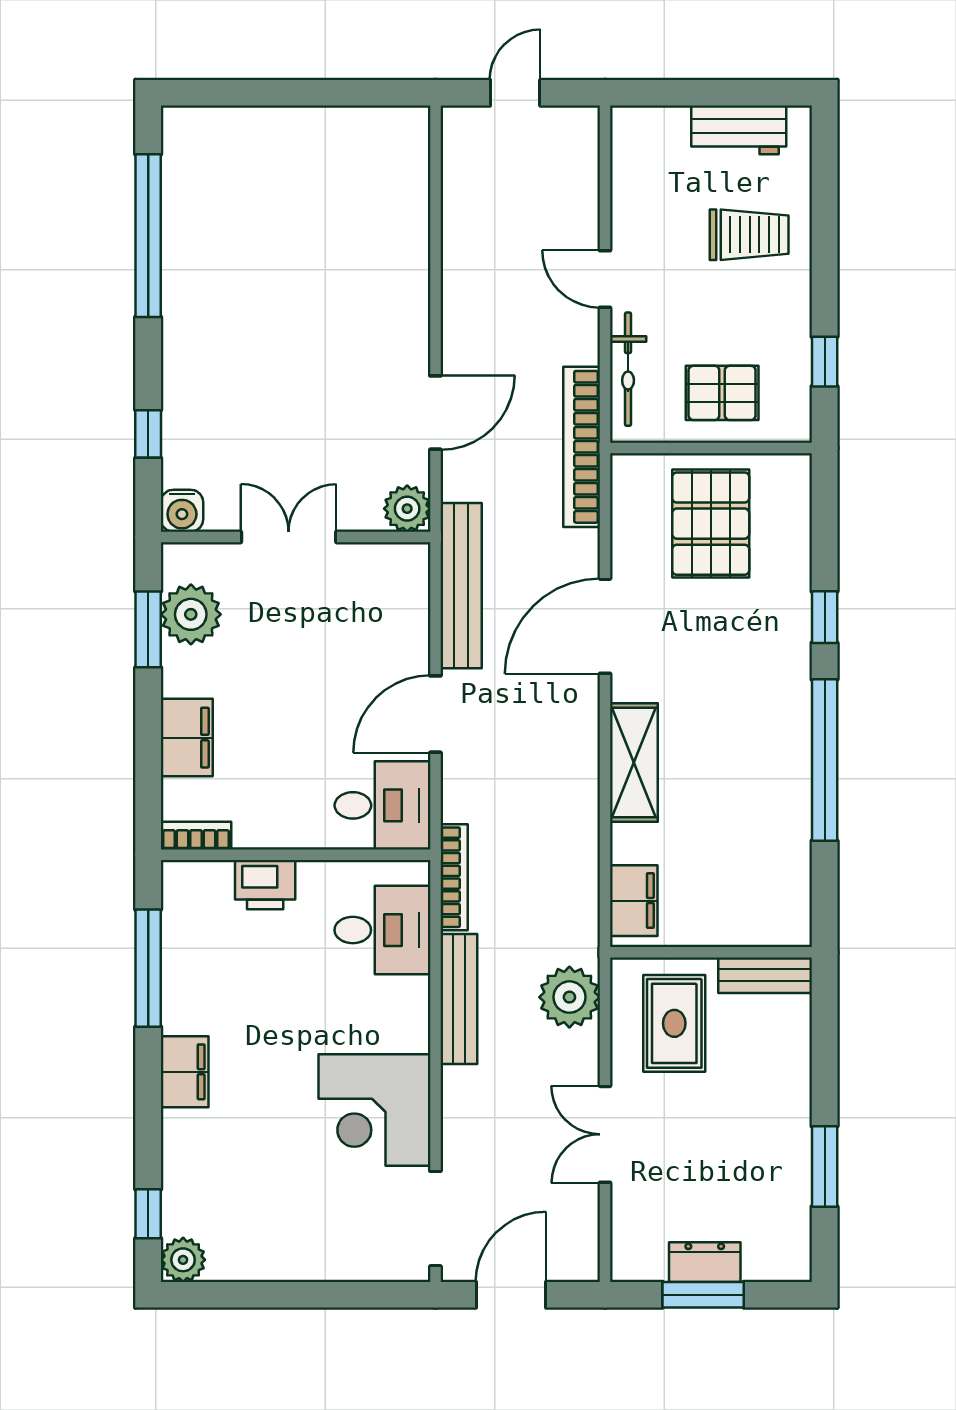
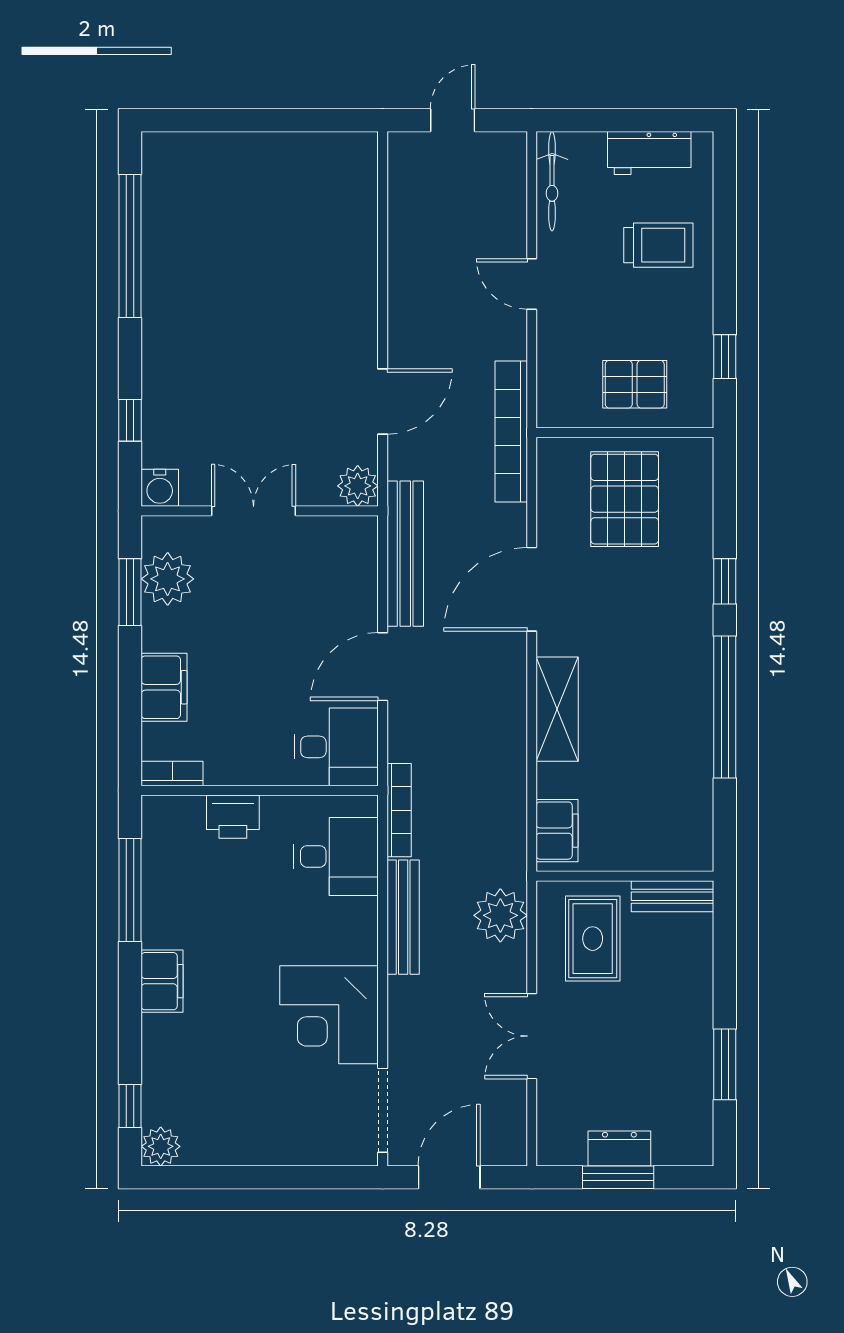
bicycle: (628, 369) -> (552, 181), moved

